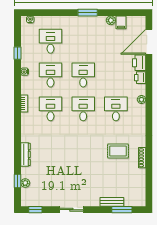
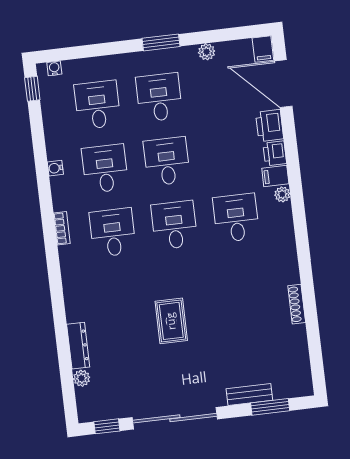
filing cabinet: (121, 22) -> (263, 49), moved
desk: (83, 41) -> (159, 97), added
door: (149, 42) -> (283, 84), hinge flipped
window: (18, 53) -> (32, 89), moved
filing cabinet: (139, 90) -> (275, 176), added
rug: (118, 151) -> (171, 321), moved, turned 90
dresser: (25, 154) -> (78, 346), moved
window: (18, 181) -> (67, 376), removed
sliding door: (71, 210) -> (175, 418), width x1.86

